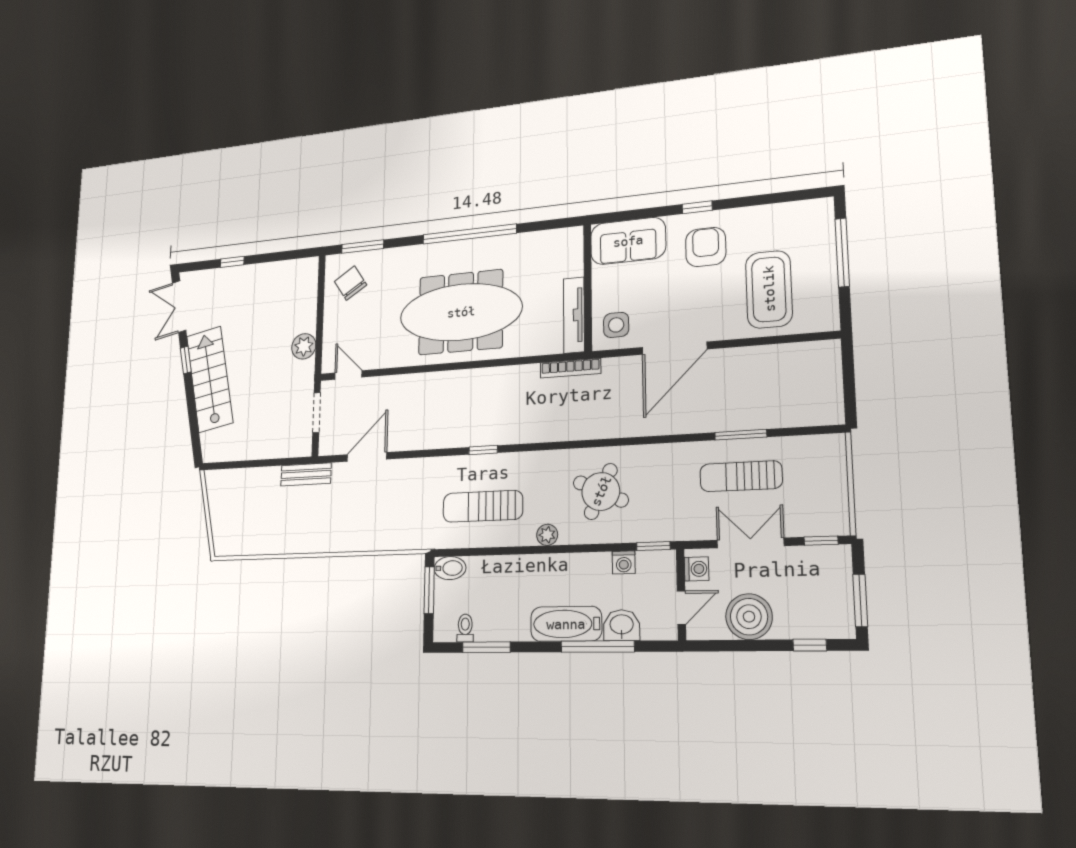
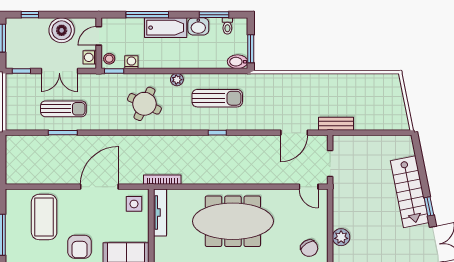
plant: (304, 346) -> (341, 237), moved
stool: (662, 567) -> (109, 59), added
washbasin: (622, 625) -> (198, 26), moved

